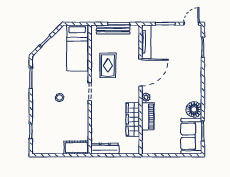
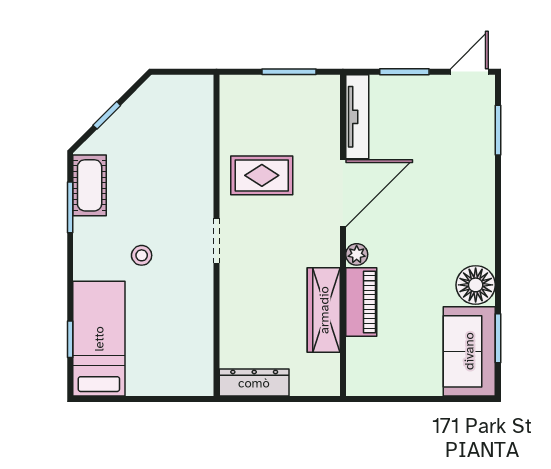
bench: (113, 29) -> (275, 86), removed
bed: (77, 48) -> (99, 339), moved, turned 180
rug: (108, 65) -> (262, 175), turned 90
cot: (76, 147) -> (90, 185), moved, turned 90

